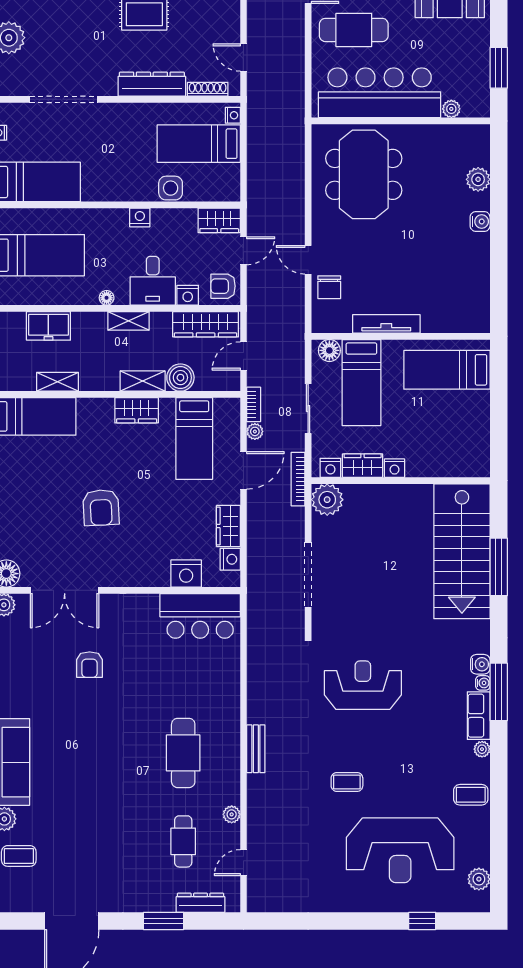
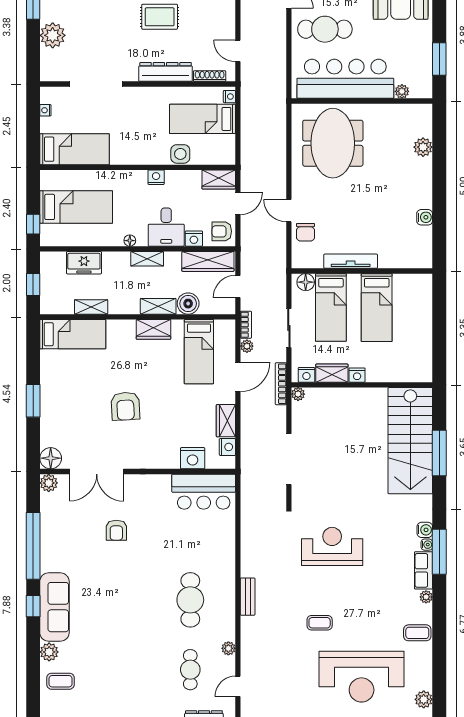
water cooler: (480, 221) -> (425, 217), moved
bed: (447, 370) -> (377, 308), moved, turned -90
plant: (327, 500) -> (298, 394), width x0.53, depth x0.53

